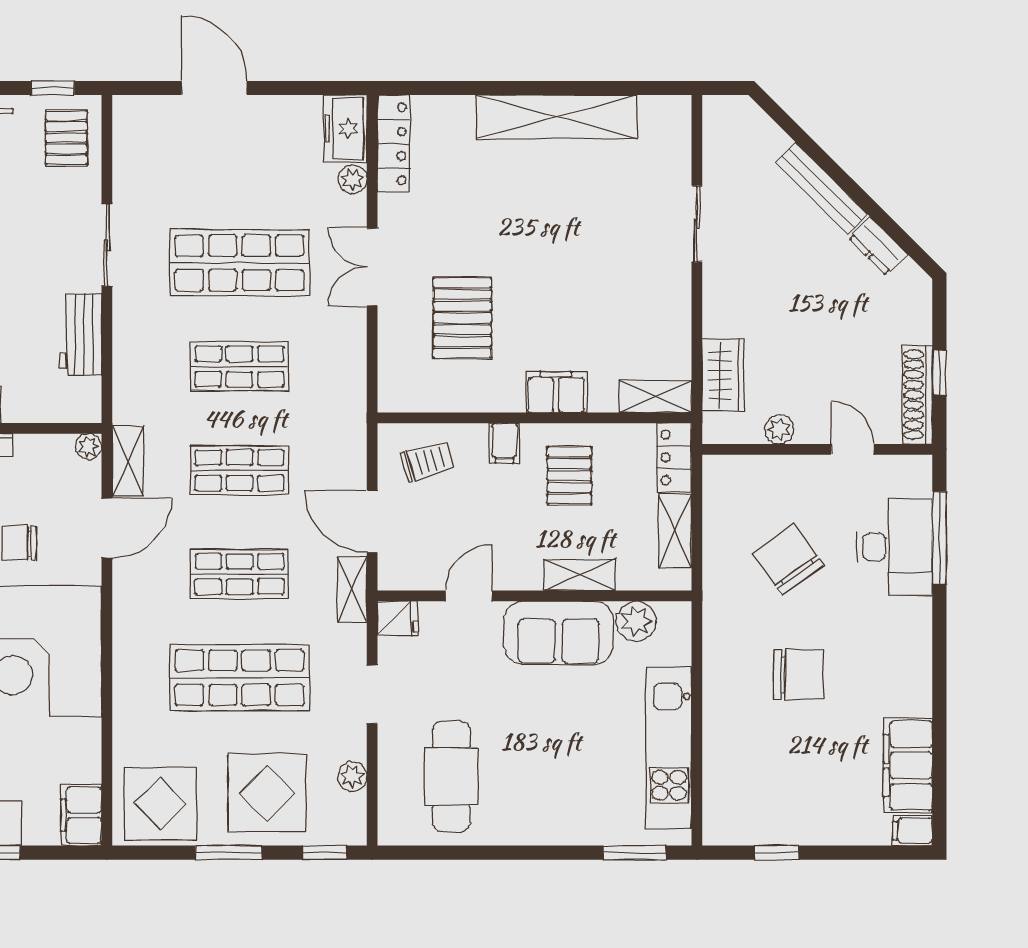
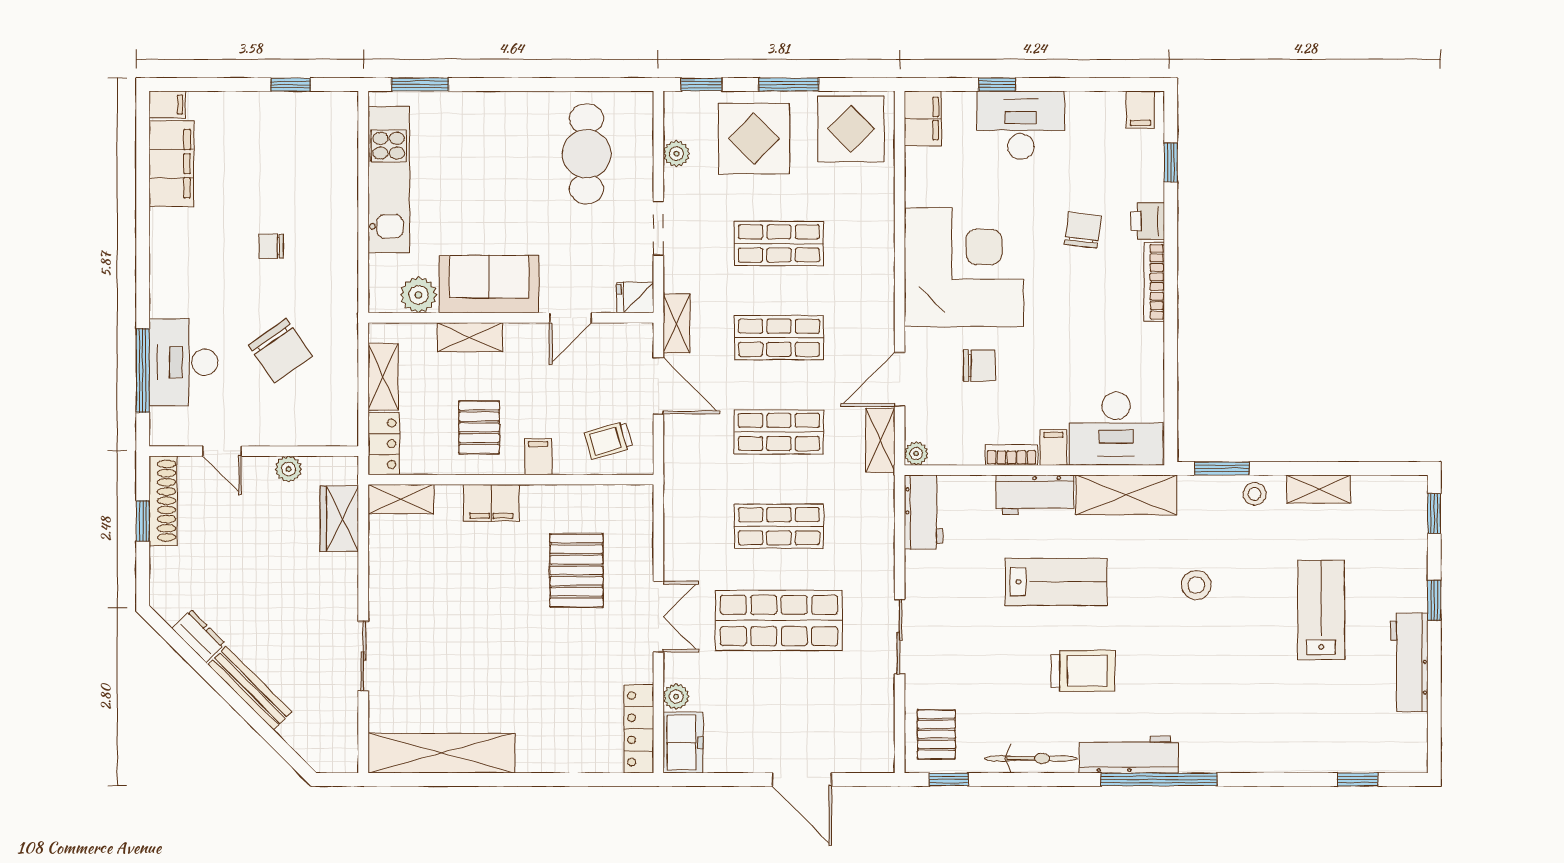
shelving: (557, 117) -> (441, 753), moved
workbench: (80, 335) -> (923, 512), moved
chair: (798, 675) -> (271, 246), width x0.54, depth x0.54
shop shelf: (239, 678) -> (779, 244), width x0.70, depth x0.74

